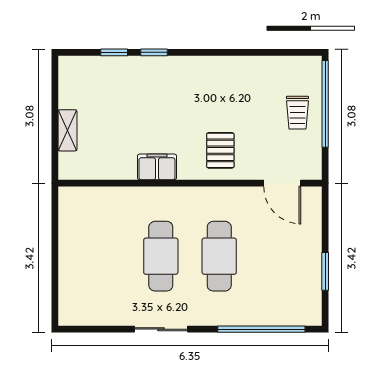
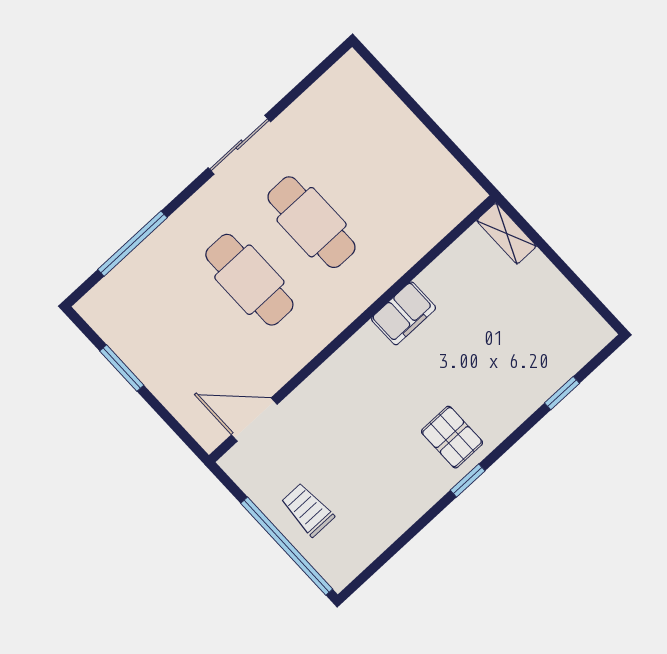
window: (154, 52) -> (468, 481), moved
shelving: (67, 130) -> (507, 233), moved
pallet: (220, 150) -> (452, 437), moved
window: (261, 329) -> (133, 244), width x0.68

